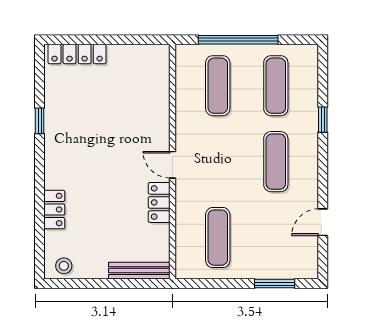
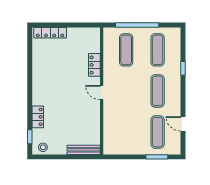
window: (40, 121) -> (30, 137), moved
locker: (159, 202) -> (94, 65), moved
door: (323, 222) -> (183, 124), hinge flipped
exercise mat: (218, 238) -> (158, 132), moved

